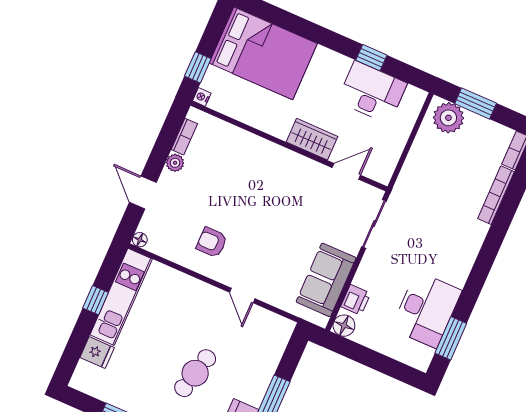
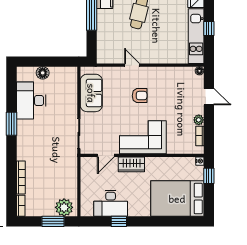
corner sofa: (275, 174) -> (143, 137), added
armchair: (212, 242) -> (140, 96), moved
printer: (356, 300) -> (71, 89), removed
floor lamp: (344, 326) -> (43, 73), moved
window: (451, 338) -> (11, 124), moved

